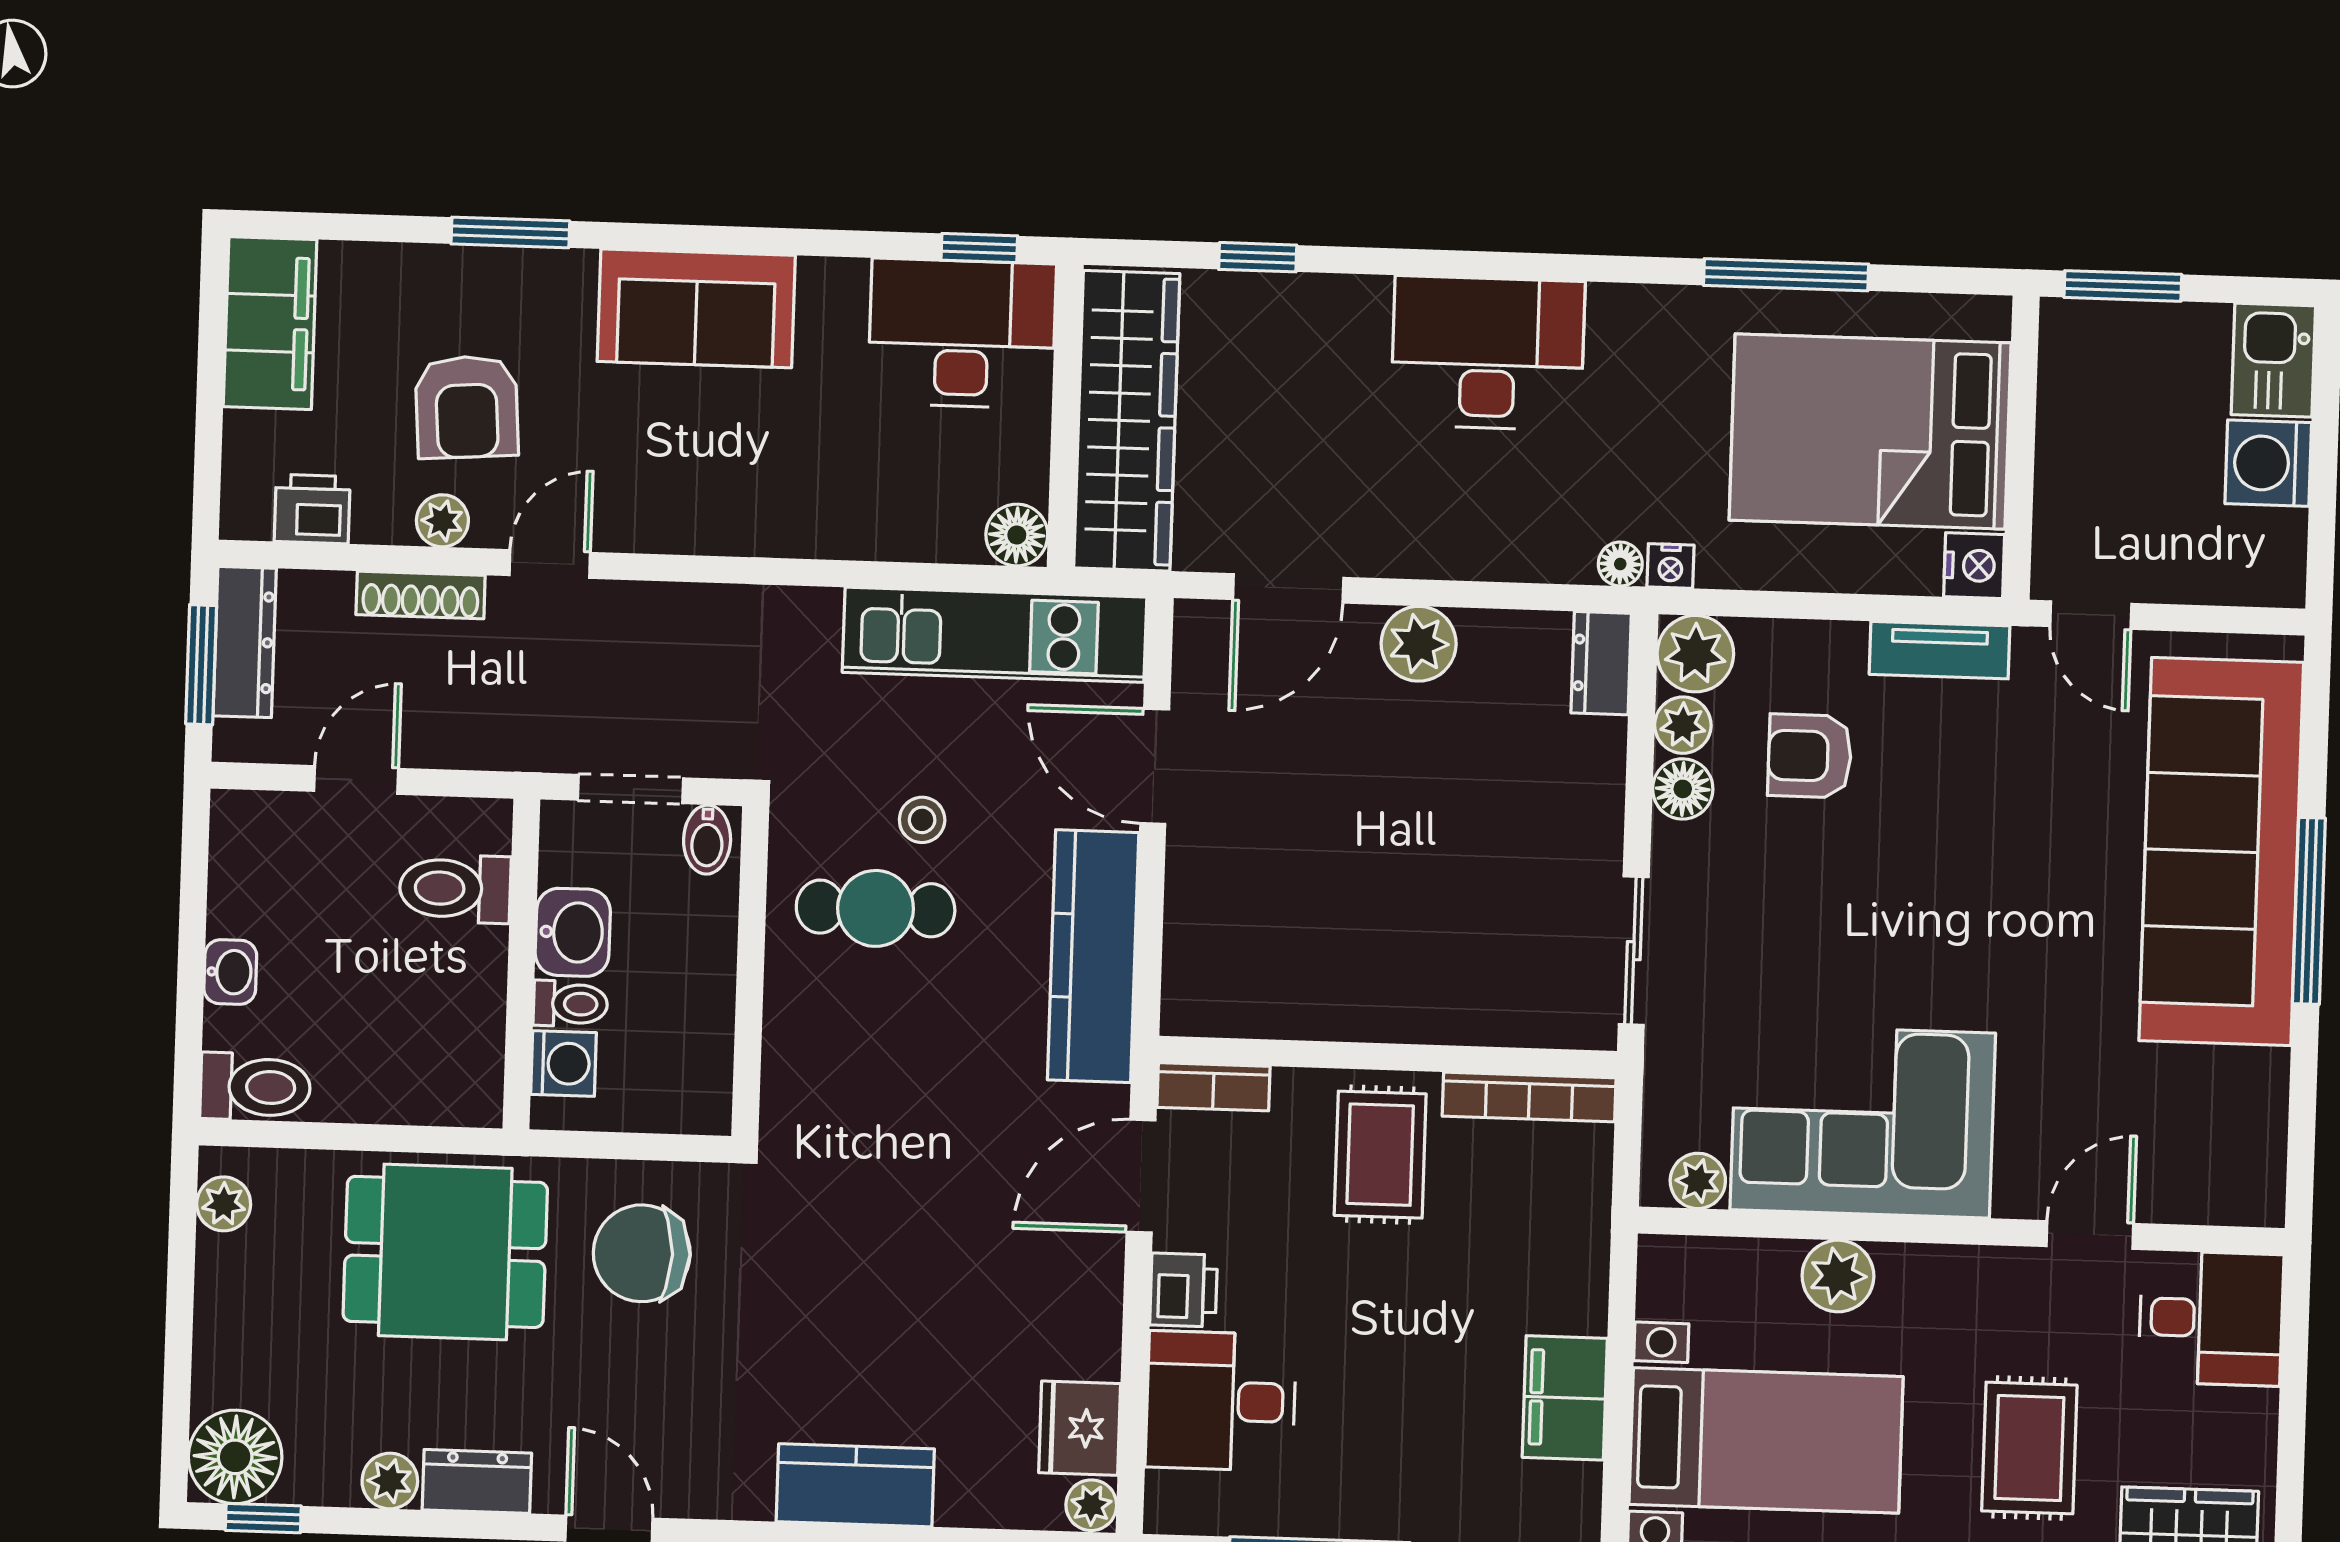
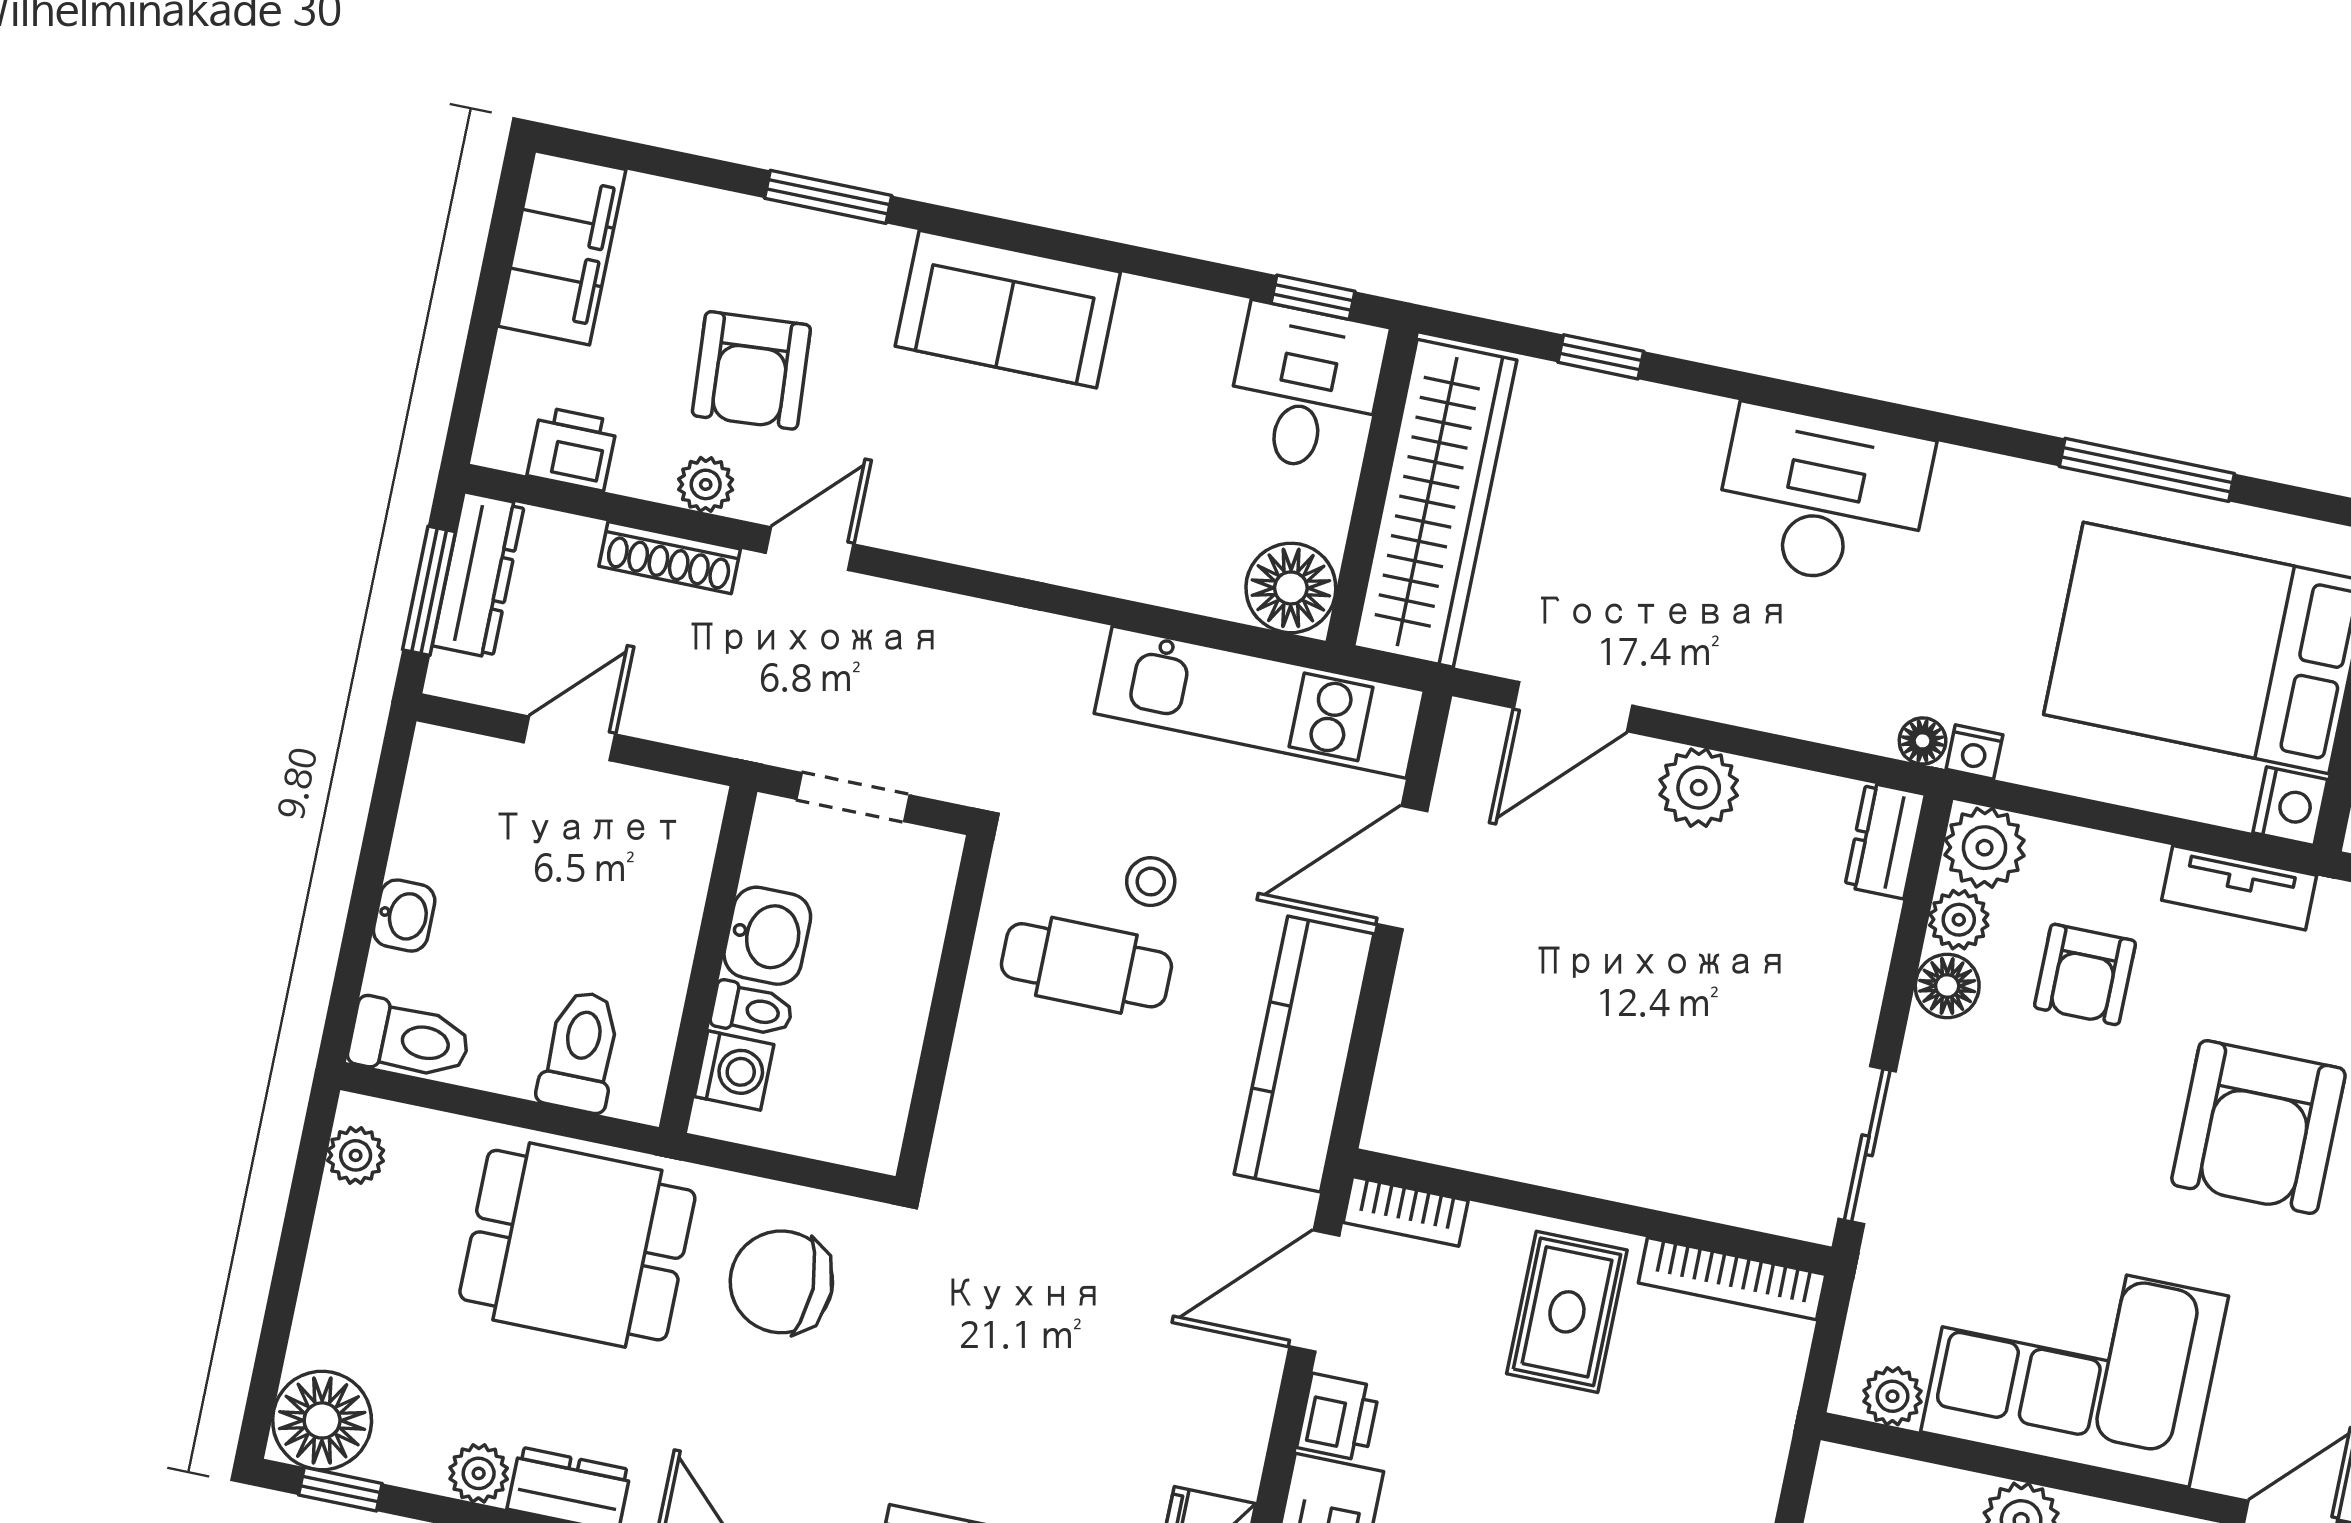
desk: (962, 334) -> (1305, 388), width x0.73
floor lamp: (1017, 535) -> (1291, 588), width x1.38, depth x1.38
armchair: (1810, 756) -> (2085, 974), turned -90
door: (1155, 766) -> (1402, 868), hinge flipped
bidet: (707, 840) -> (924, 863), removed
armchair: (1996, 870) -> (2258, 1127), added
toilet: (455, 889) -> (580, 1051), moved, turned 90

